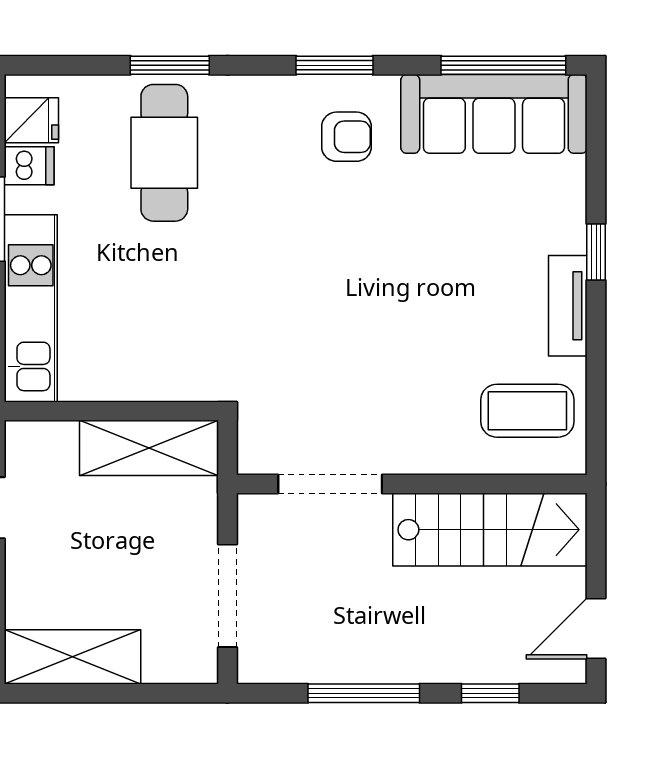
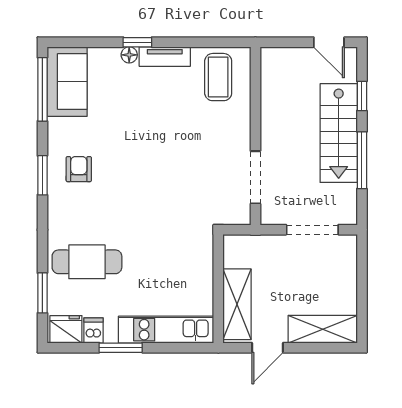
window: (170, 65) -> (42, 293), moved
sofa: (494, 114) -> (67, 82), width x0.73
fridge: (31, 120) -> (66, 329), width x1.38
floor lamp: (571, 236) -> (129, 55), added
shelving: (149, 448) -> (237, 304), moved
stairs: (490, 530) -> (339, 133), moved, turned 180
shelving: (72, 657) -> (323, 329), moved, turned 90

